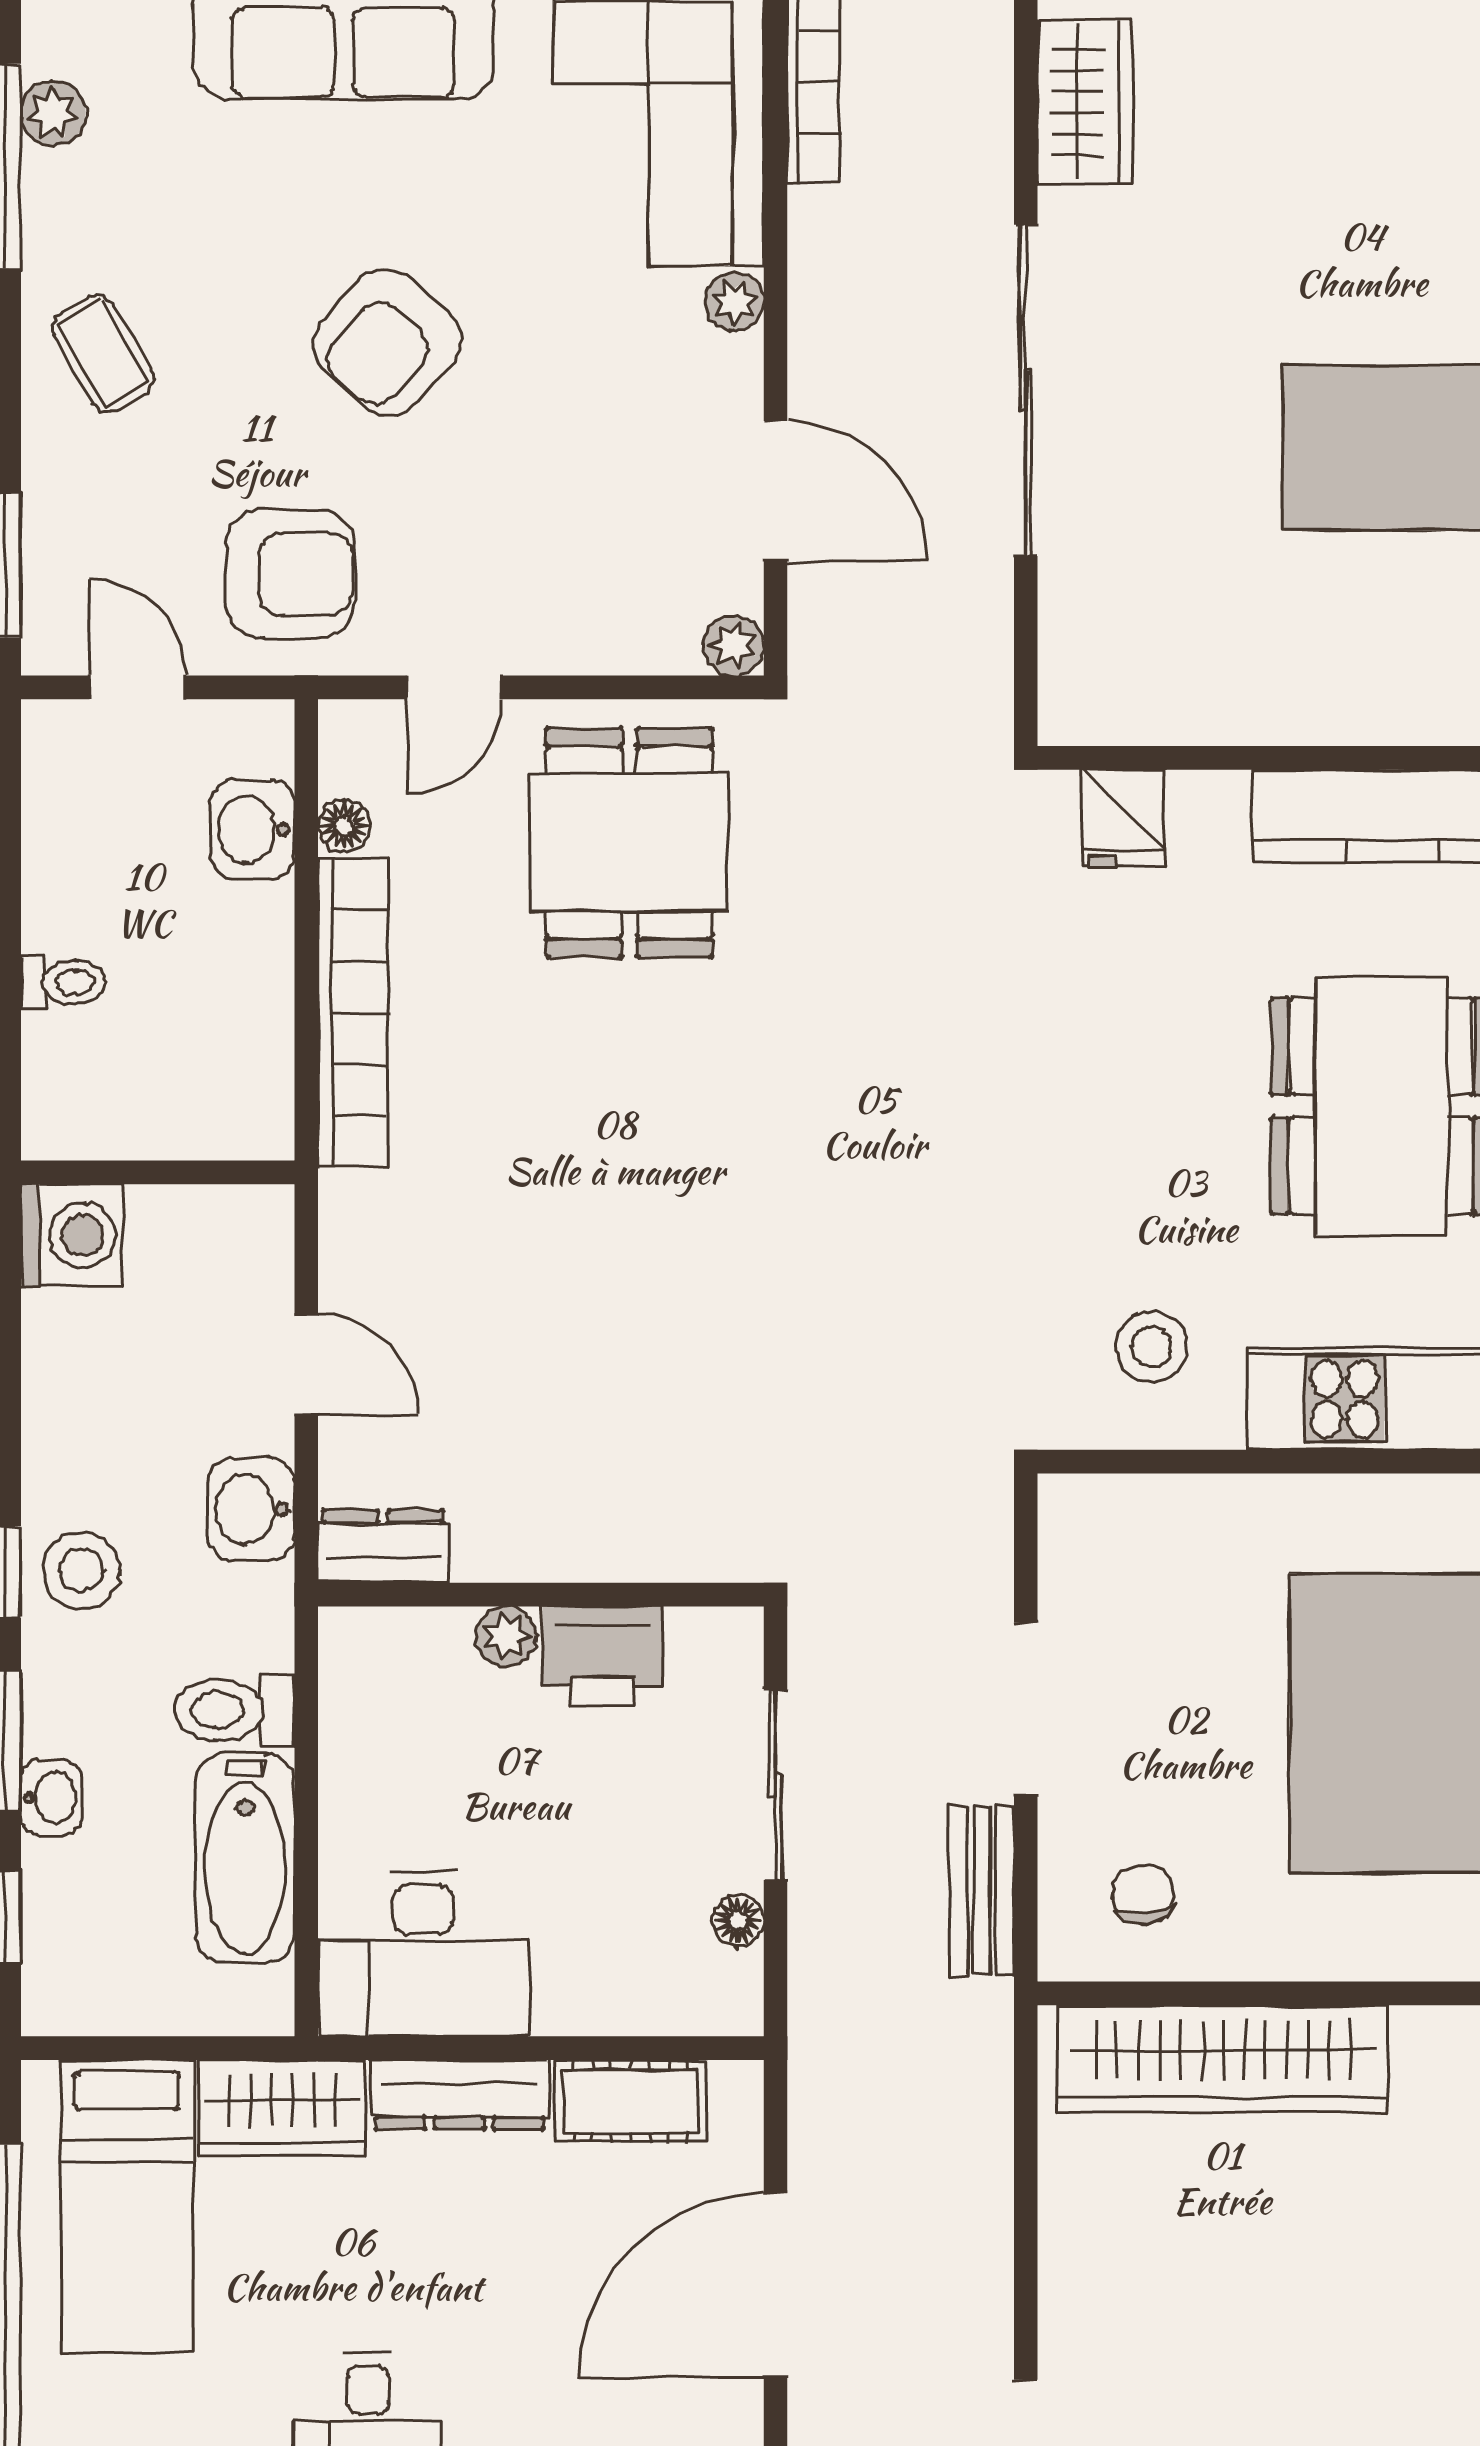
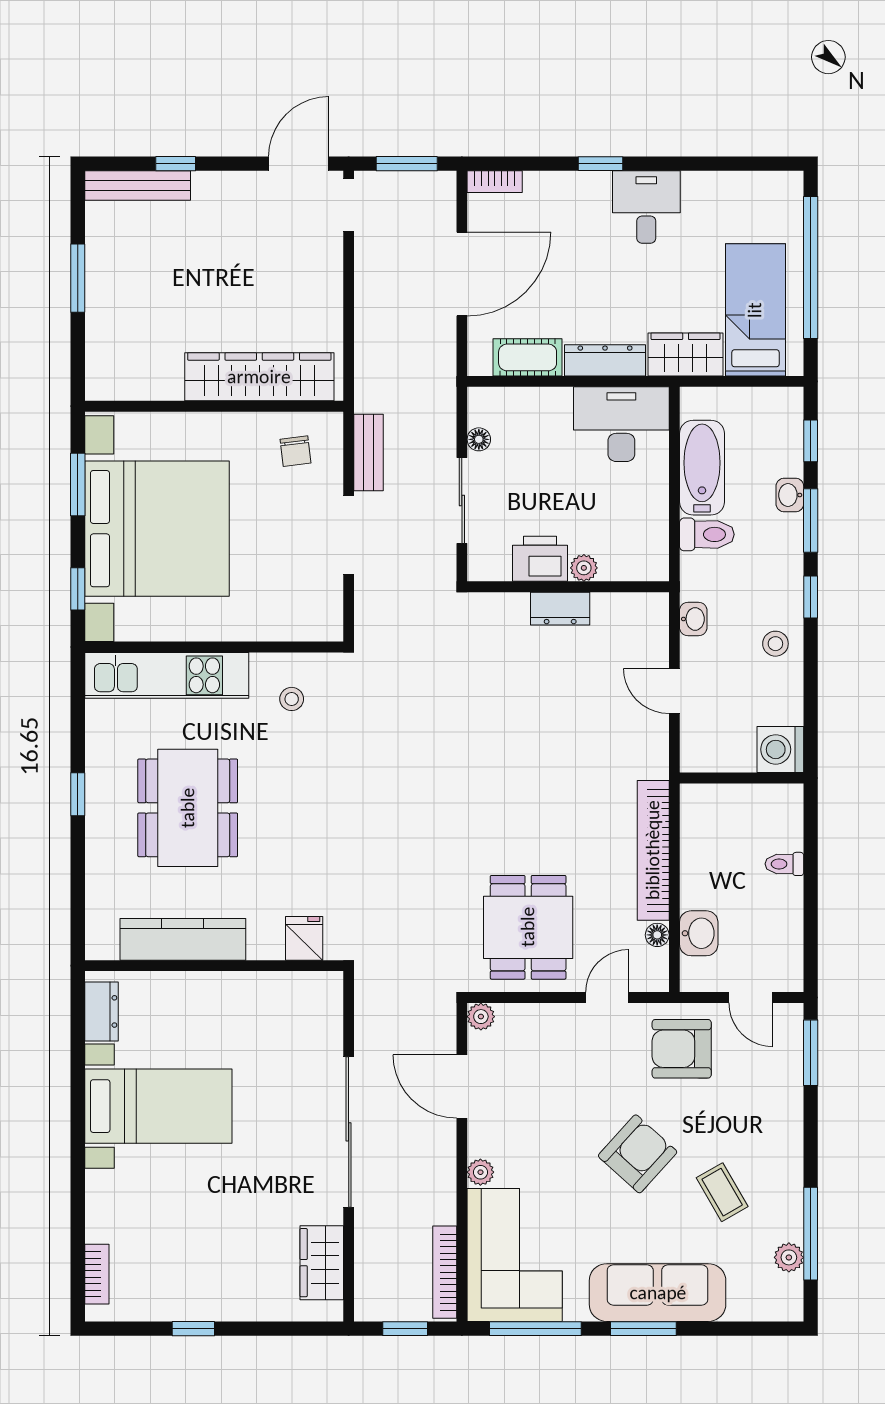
coffee table: (103, 354) -> (722, 1192), moved
stool: (1152, 1347) -> (292, 699), width x0.73, depth x0.73
washbasin: (251, 1509) -> (693, 619), width x0.72, depth x0.69
dresser: (383, 1546) -> (560, 609), moved
stool: (81, 1570) -> (775, 644), moved, width x0.73, depth x0.73

